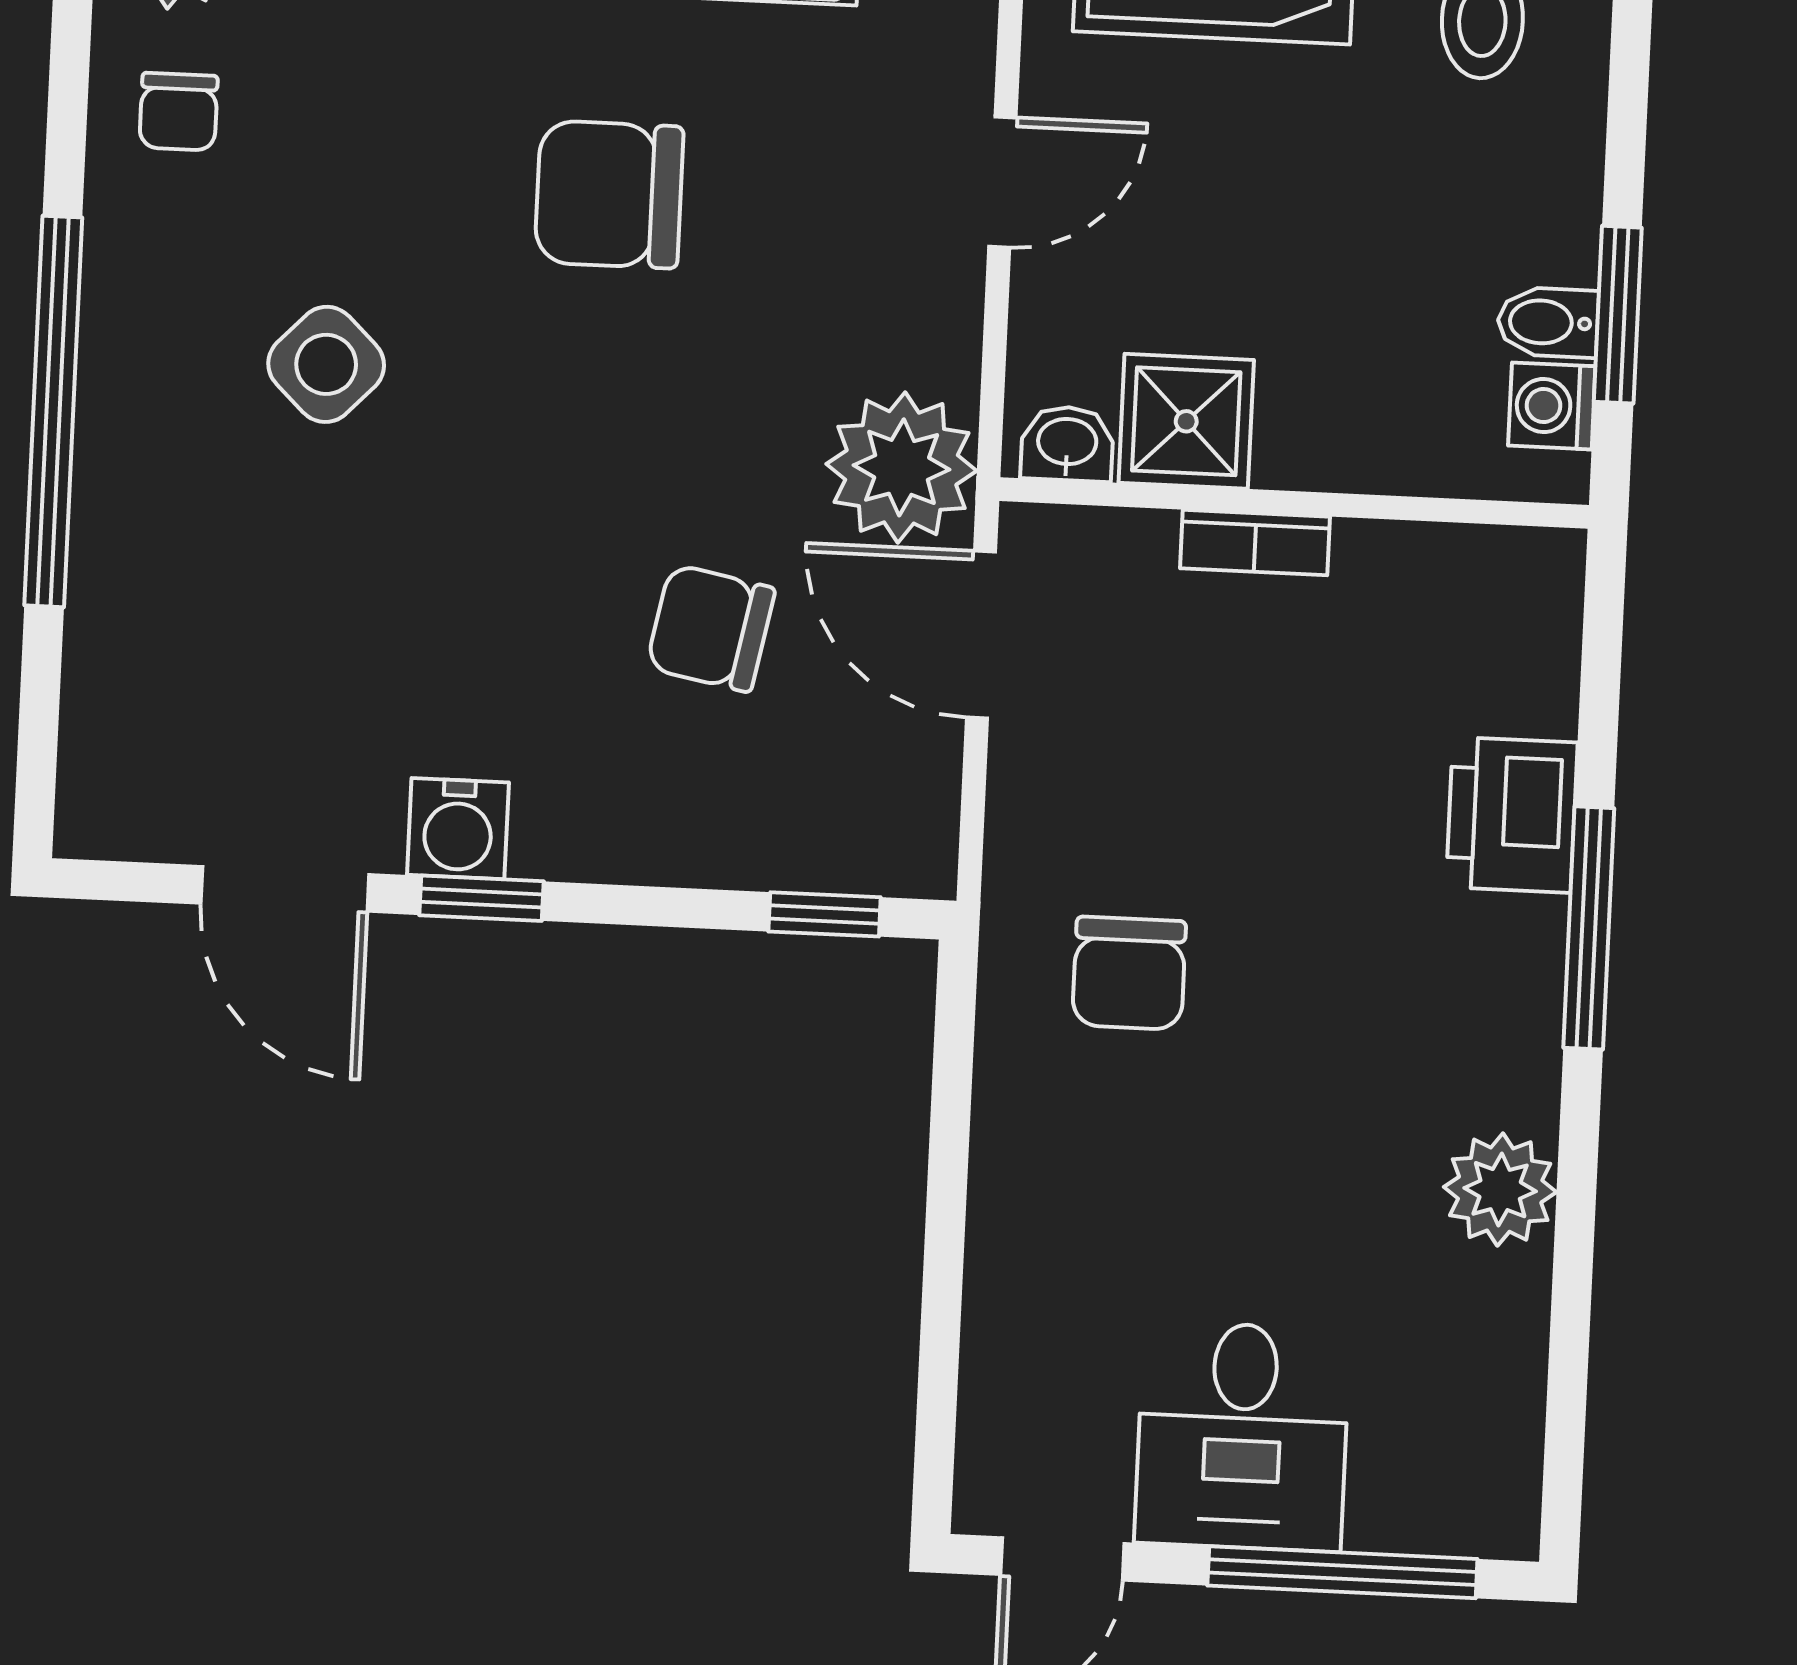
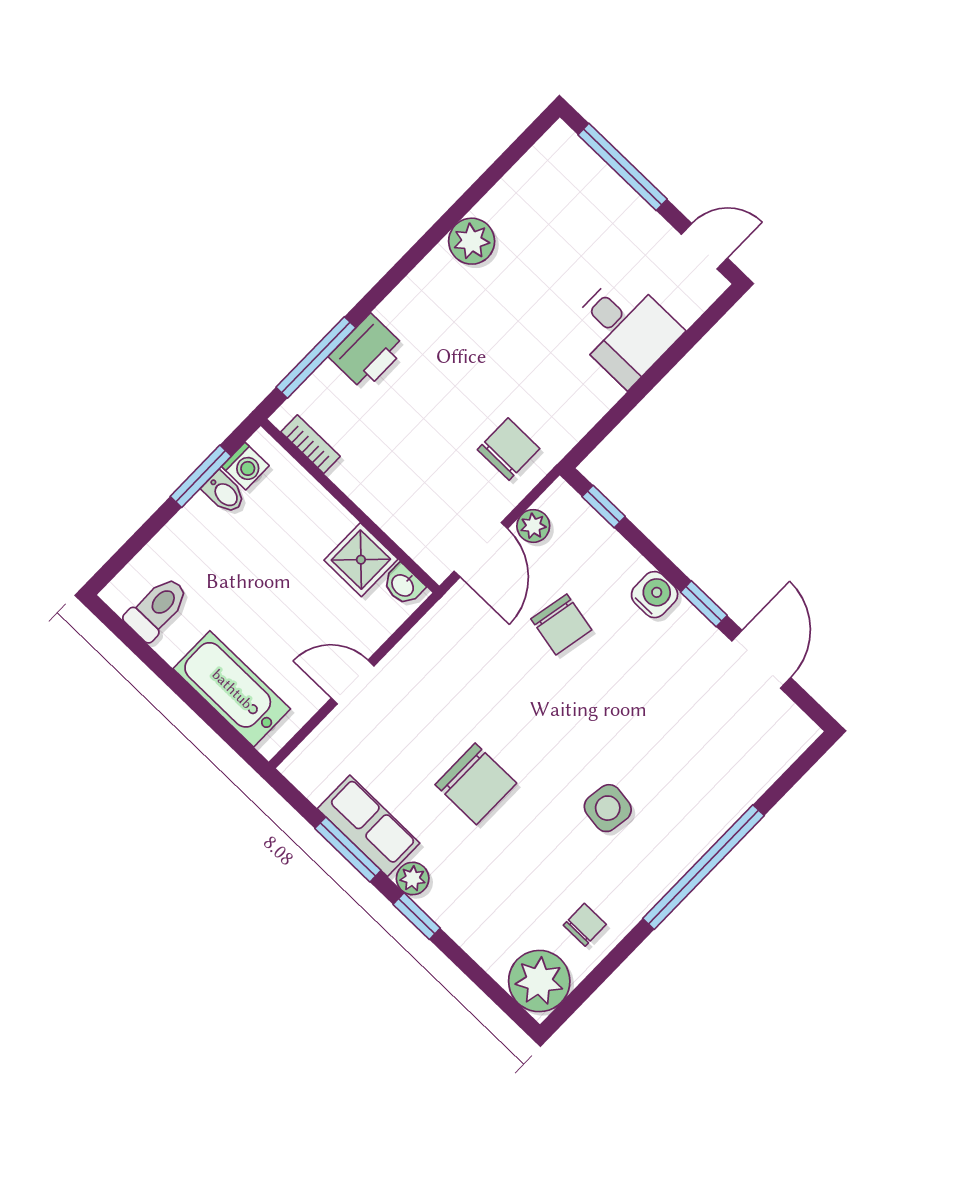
side table: (326, 364) -> (608, 808), turned -36
plant: (902, 467) -> (533, 526), moved, width x0.53, depth x0.53
bookcase: (1255, 542) -> (310, 444), moved
water cooler: (458, 829) -> (655, 595), moved
window: (1589, 928) -> (316, 357), moved
chair: (1129, 973) -> (509, 449), moved
desk: (1242, 1436) -> (624, 330), moved, turned 90

